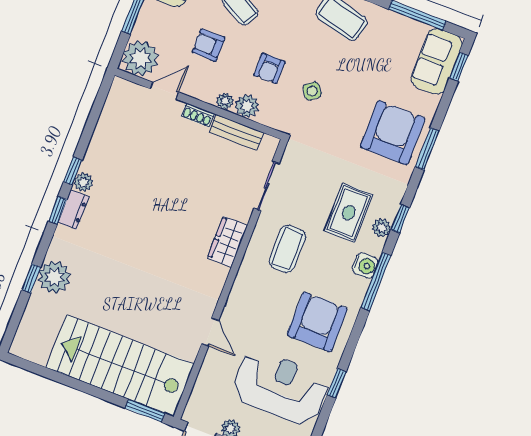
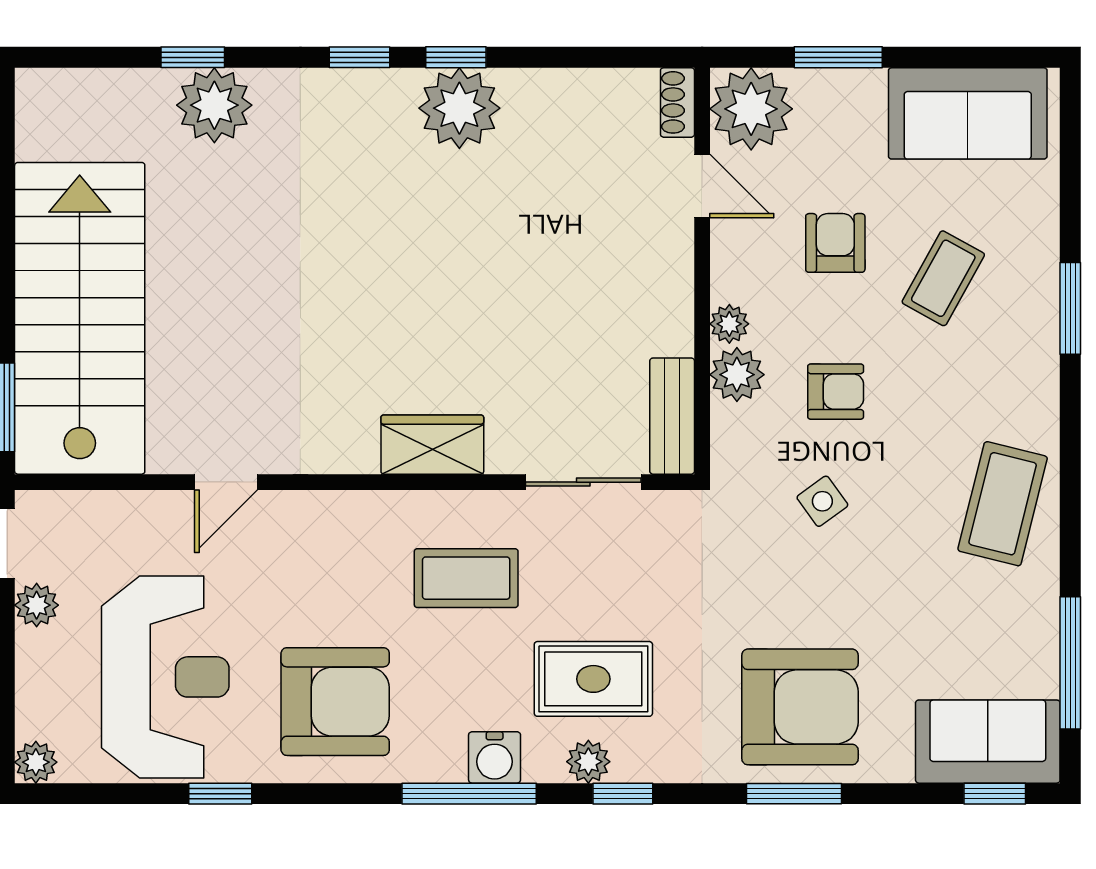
armchair: (269, 68) -> (836, 392), turned 180
shoe rack: (198, 115) -> (677, 102), moved
bench: (236, 132) -> (672, 416), moved
plant: (83, 182) -> (459, 108), width x1.88, depth x1.88
dresser: (73, 210) -> (374, 91), removed

